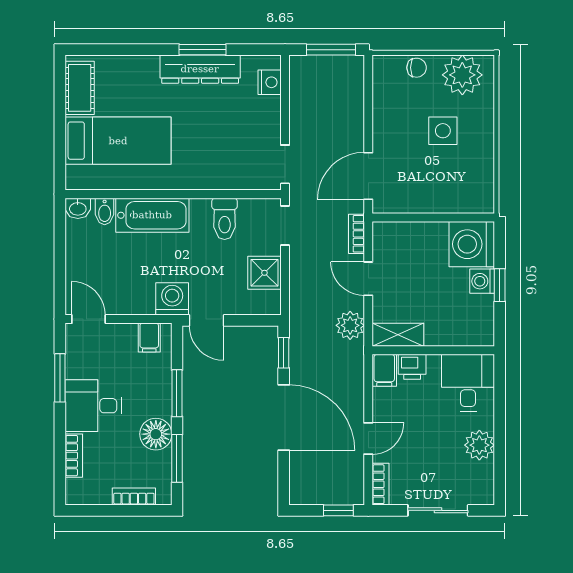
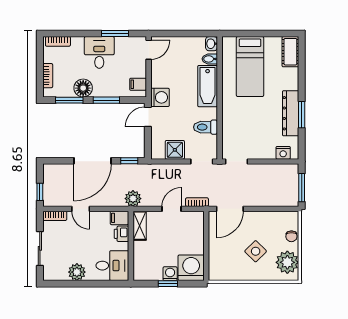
cot: (80, 88) -> (290, 52), moved, turned 90
side table: (443, 131) -> (256, 251), turned 45
door: (368, 176) -> (230, 209), swing flipped
plant: (350, 325) -> (133, 199), moved
bookcase: (74, 456) -> (58, 41), moved

